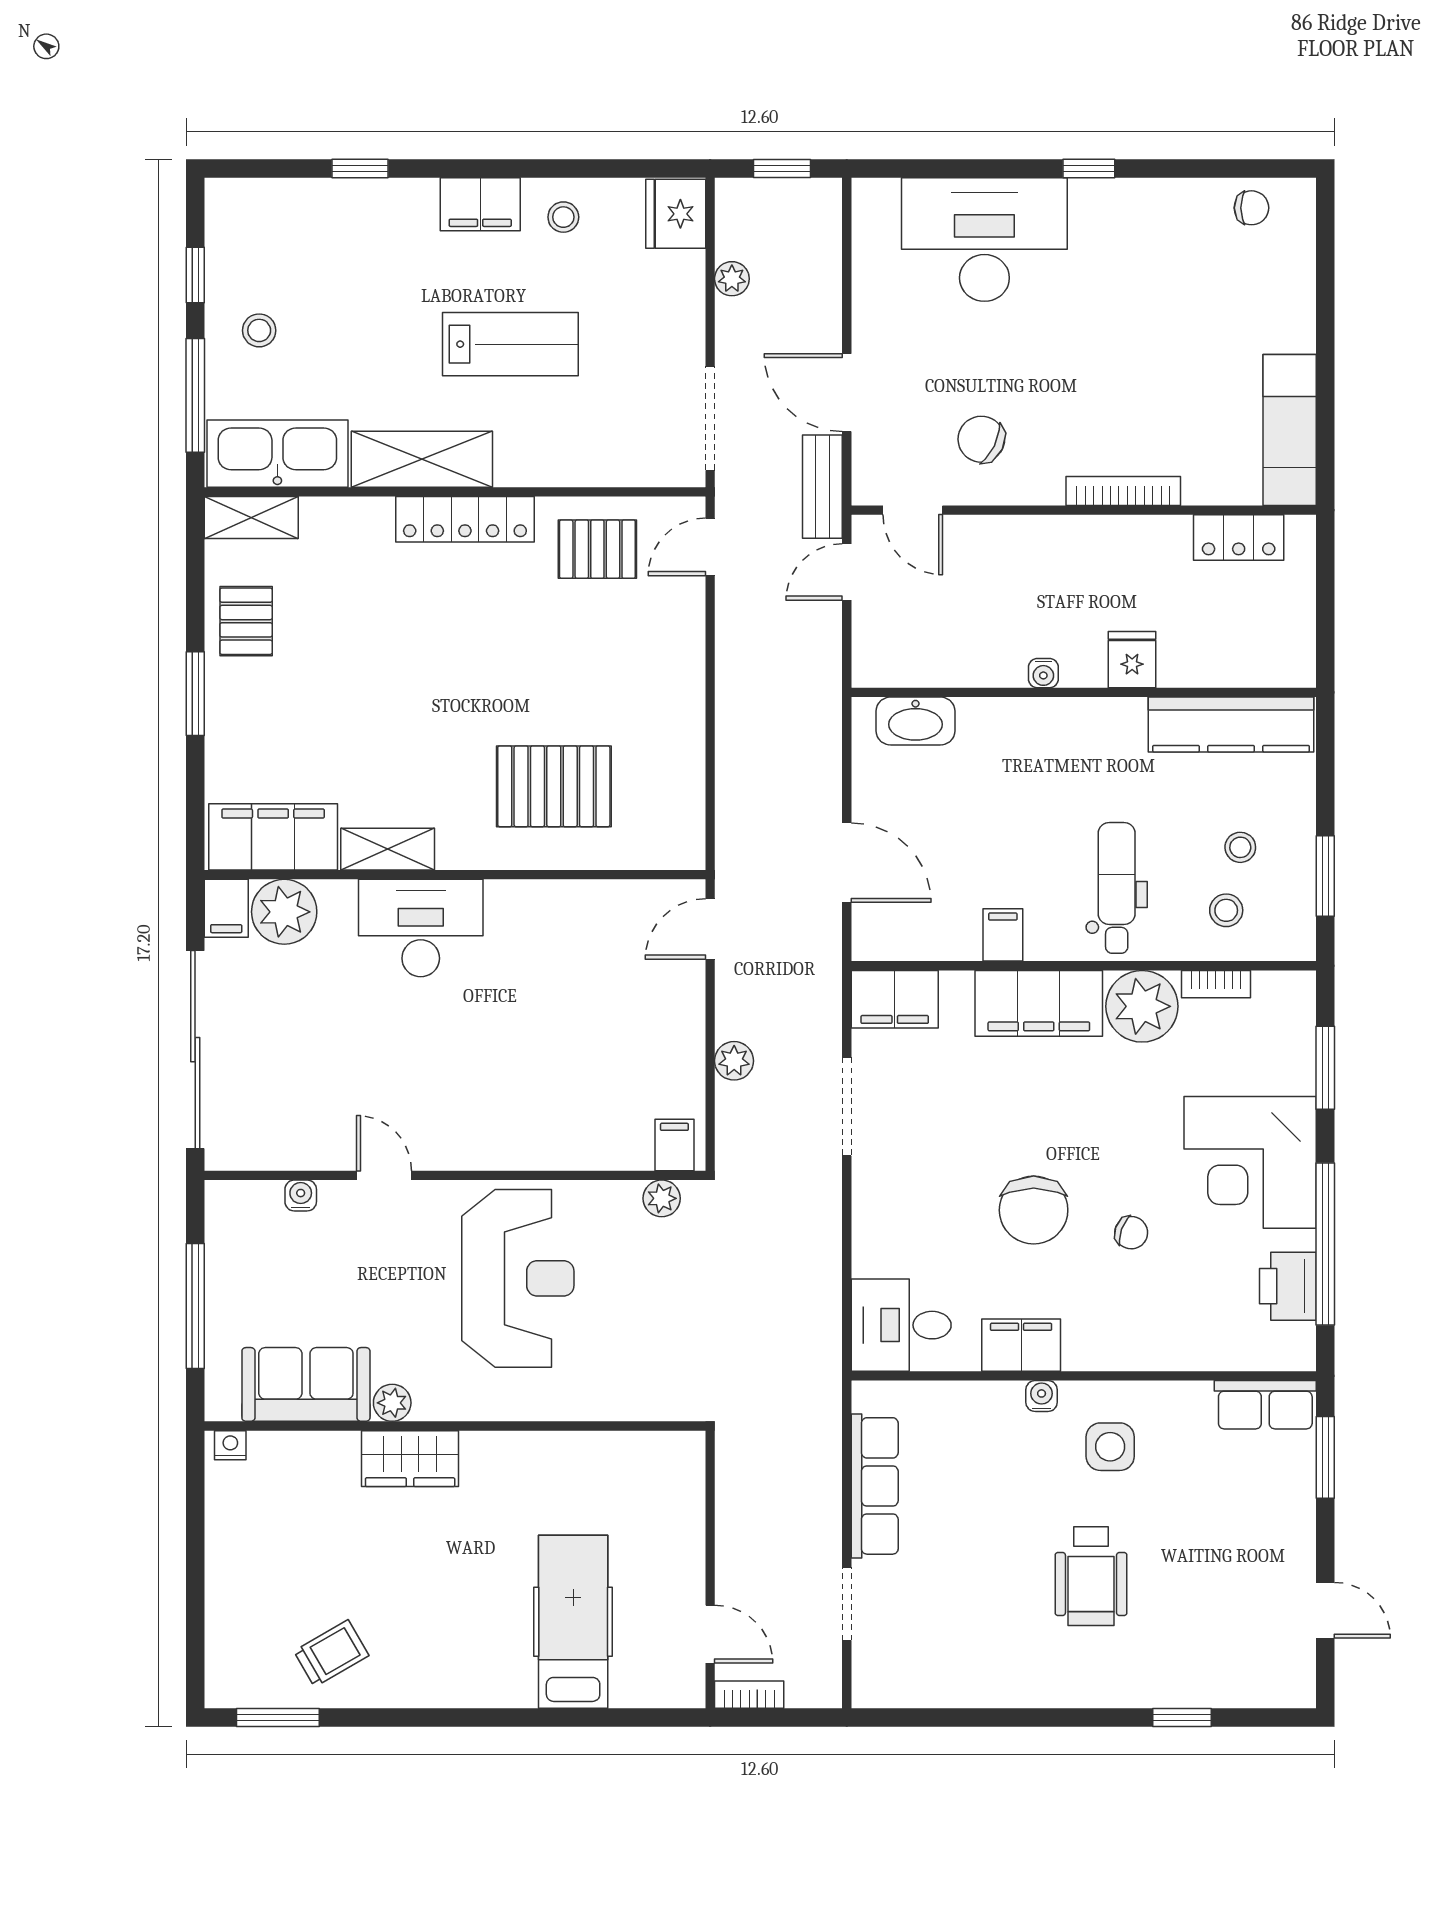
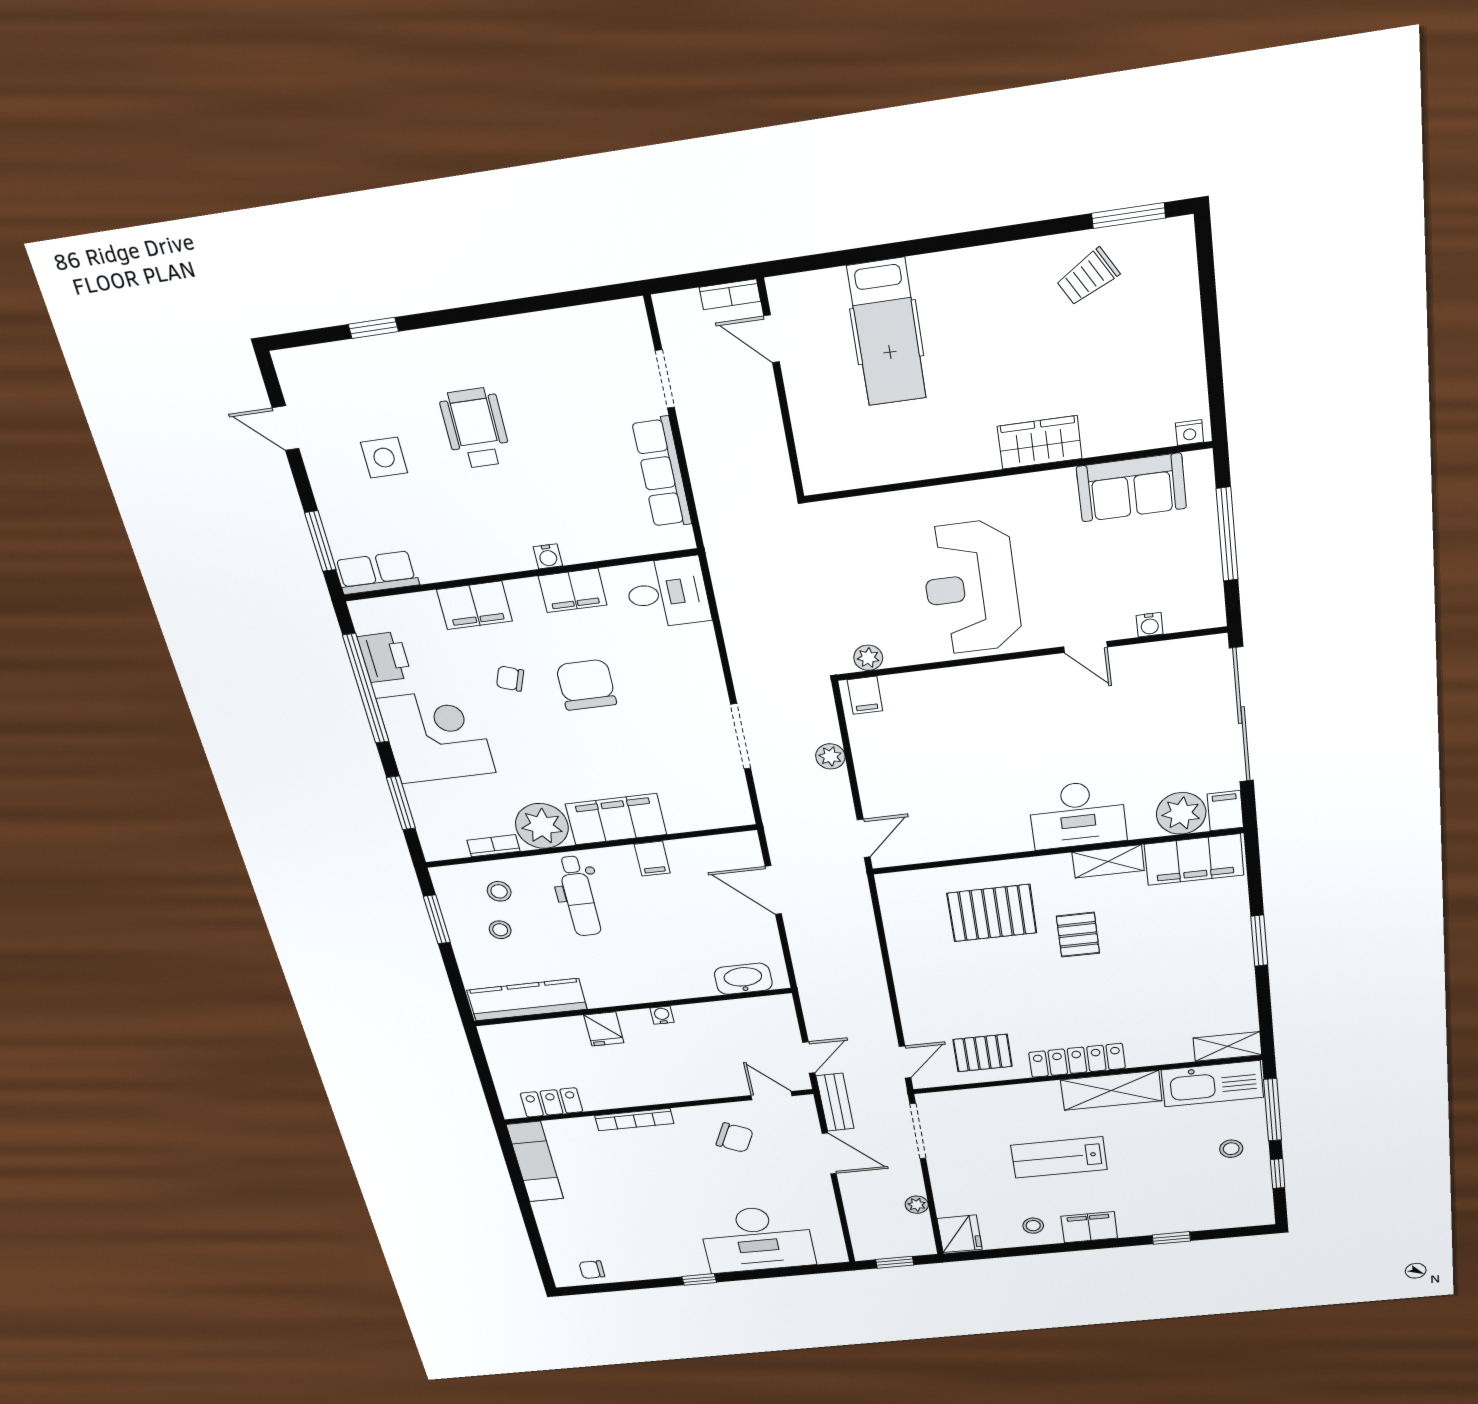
pallet: (246, 621) -> (1078, 935), moved
filing cabinet: (895, 999) -> (475, 605), moved, turned 180
plant: (392, 1403) -> (1059, 483), removed
side table: (1110, 1447) -> (384, 458), moved

